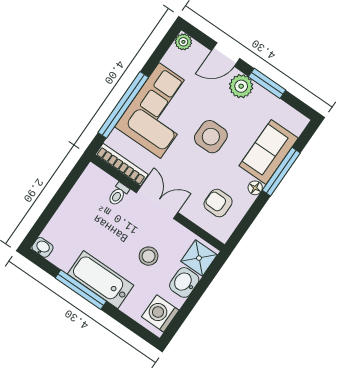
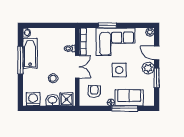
window: (123, 105) -> (107, 25), width x0.47
bathtub: (101, 280) -> (30, 53), moved

